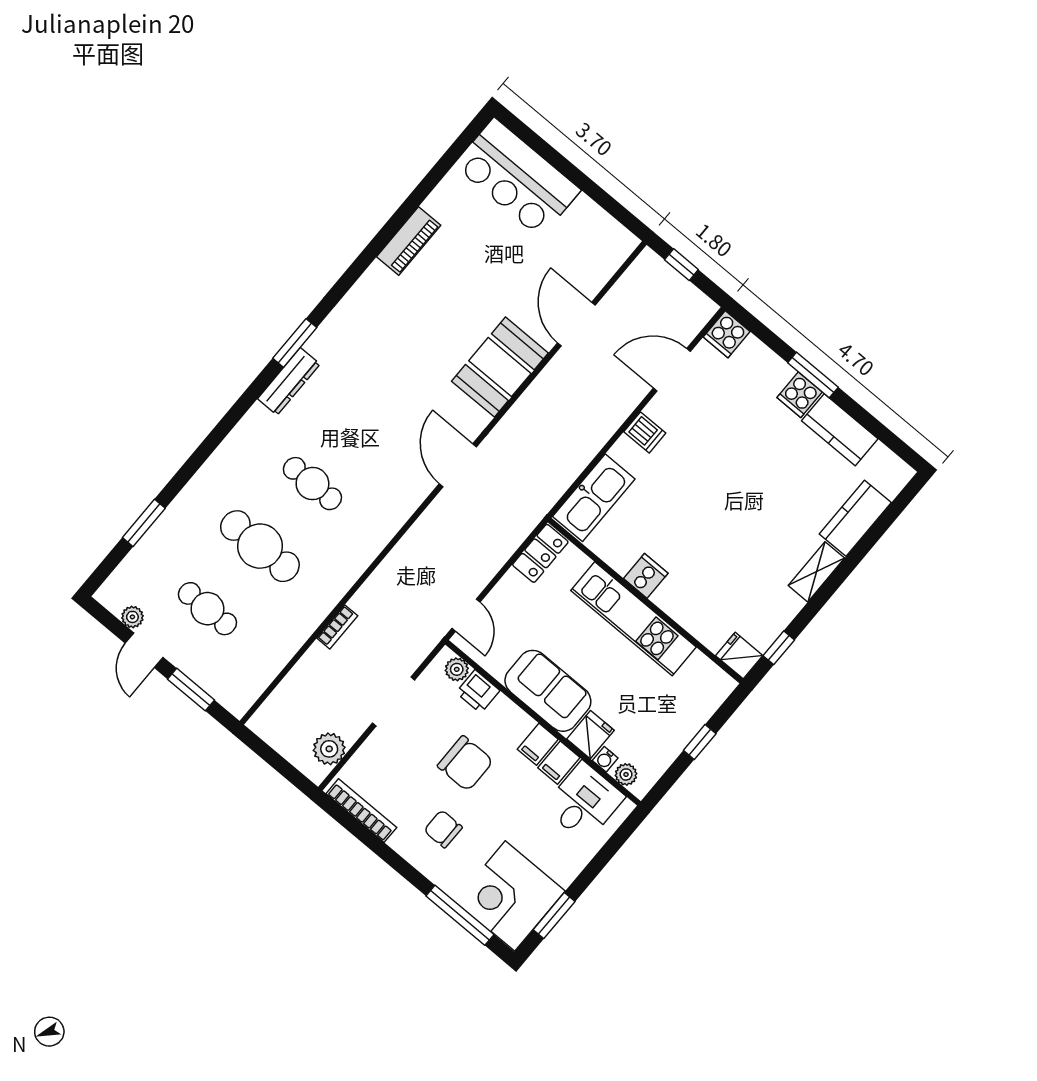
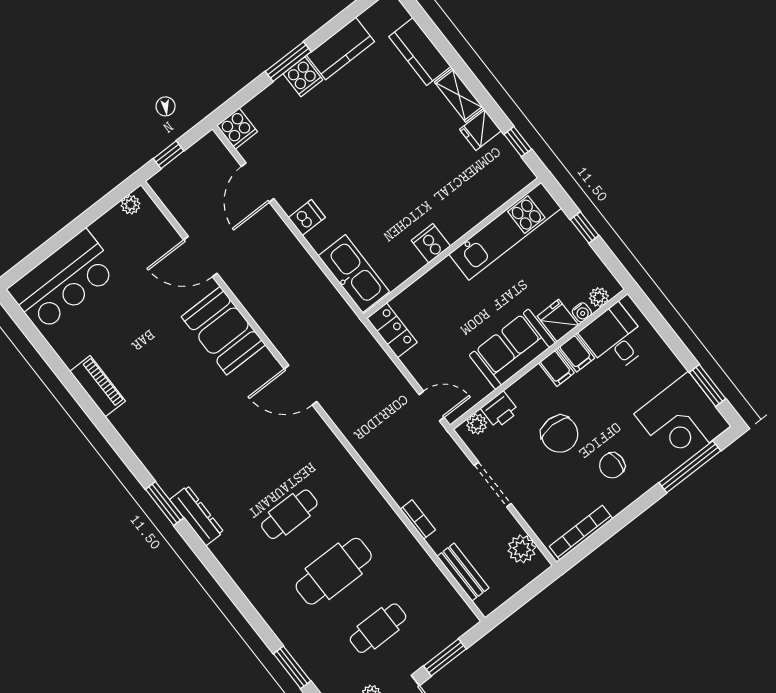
plant: (617, 234) -> (130, 205), added
kitchen unit: (634, 619) -> (505, 231), moved
fridge: (739, 656) -> (480, 130), moved
bench: (290, 689) -> (463, 572), added
chair: (465, 763) -> (560, 434), turned 90

